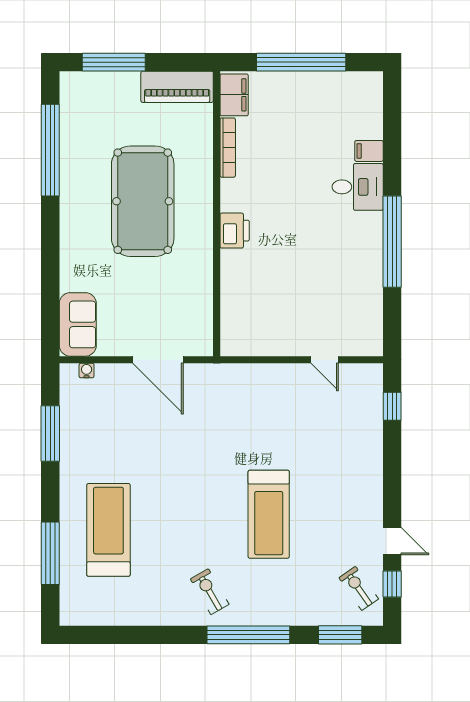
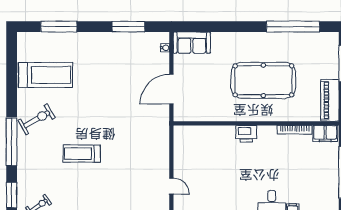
door: (325, 360) -> (171, 186), swing flipped
treadmill: (269, 514) -> (82, 154), width x0.73, depth x0.73
treadmill: (108, 530) -> (46, 75), moved
exercise bike: (210, 592) -> (37, 119), width x1.38, depth x1.39

